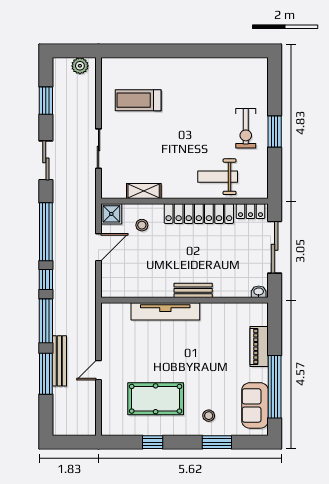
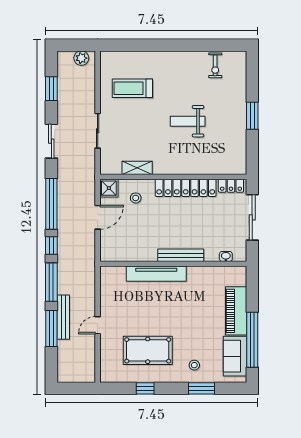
exercise bike: (246, 128) -> (215, 65), moved, width x0.73, depth x0.72
weight bench: (218, 177) -> (188, 121), moved
bench: (193, 290) -> (181, 255), width x1.36
washbasin: (259, 292) -> (226, 256), moved
piano: (259, 346) -> (236, 311), width x1.37, depth x1.33

